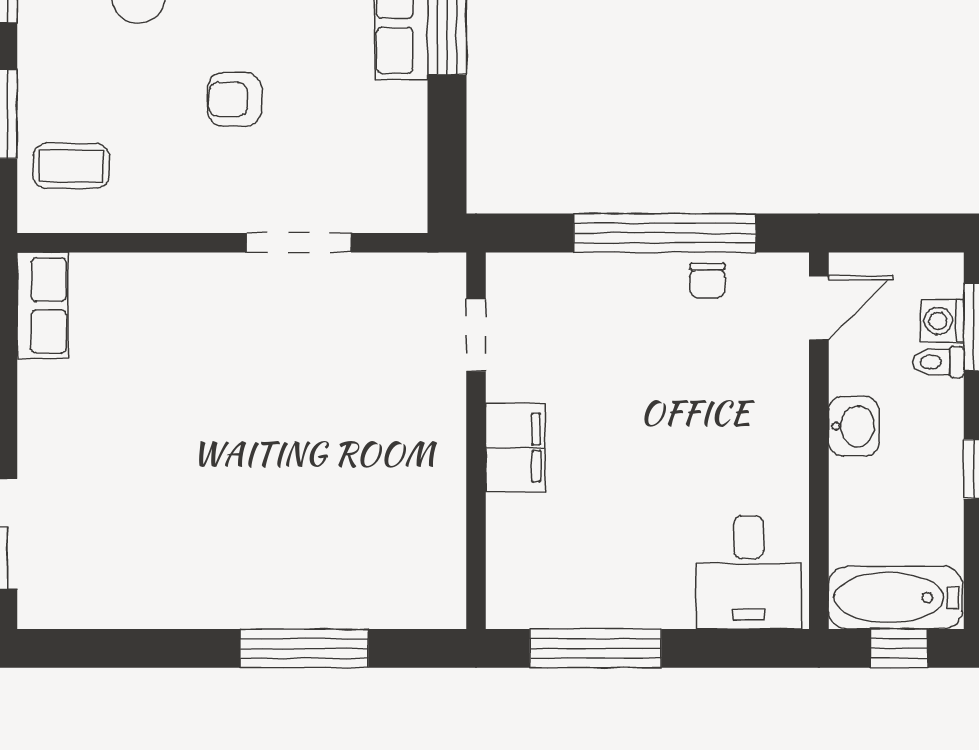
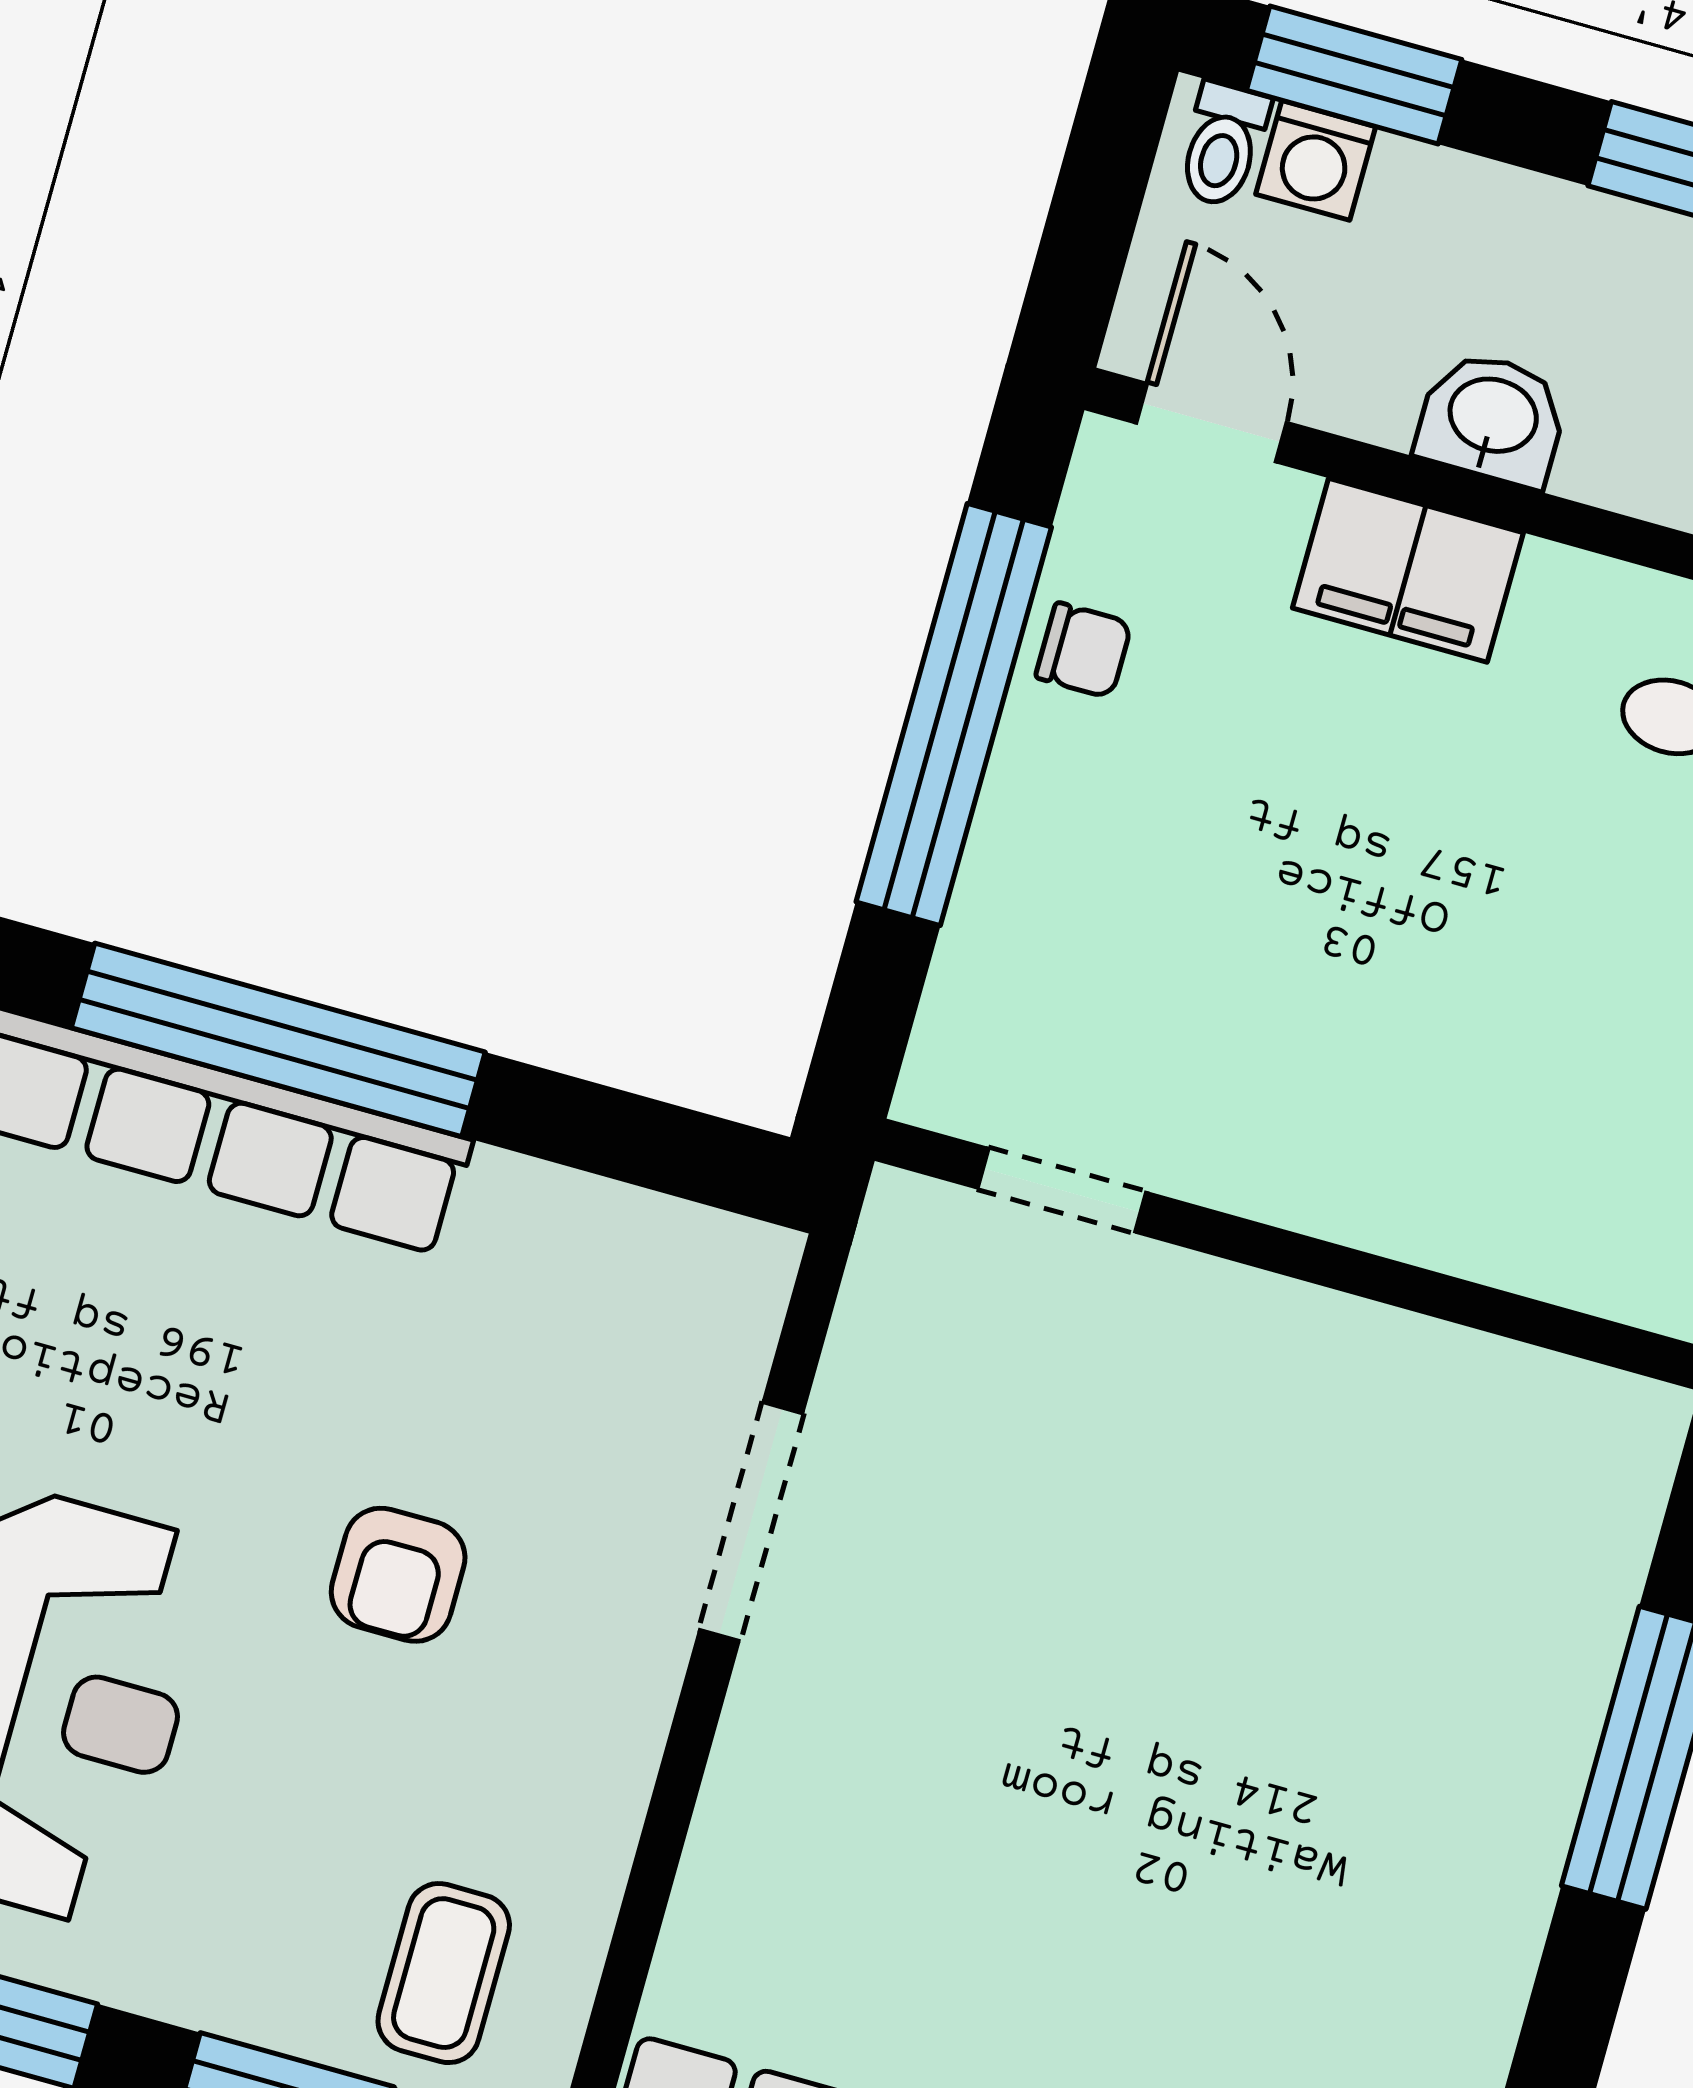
toilet: (938, 362) -> (1223, 145), moved
filing cabinet: (515, 448) -> (1408, 570), moved, turned 180

